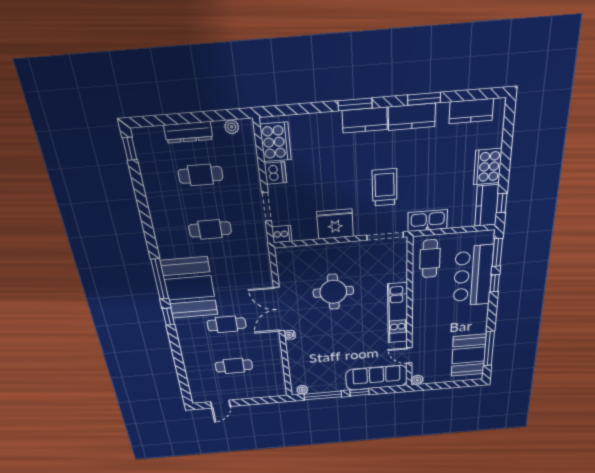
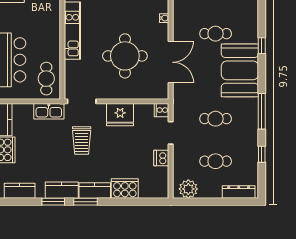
window: (355, 104) -> (86, 202), moved
plant: (232, 127) -> (188, 189), width x1.88, depth x1.88
dresser: (188, 132) -> (239, 192), moved
cooker: (276, 142) -> (125, 189), moved, turned 90
window: (130, 149) -> (262, 154), moved
window: (160, 279) -> (262, 111), moved
round table: (333, 292) -> (125, 56), width x1.36, depth x1.36
double door: (279, 309) -> (171, 62), moved

